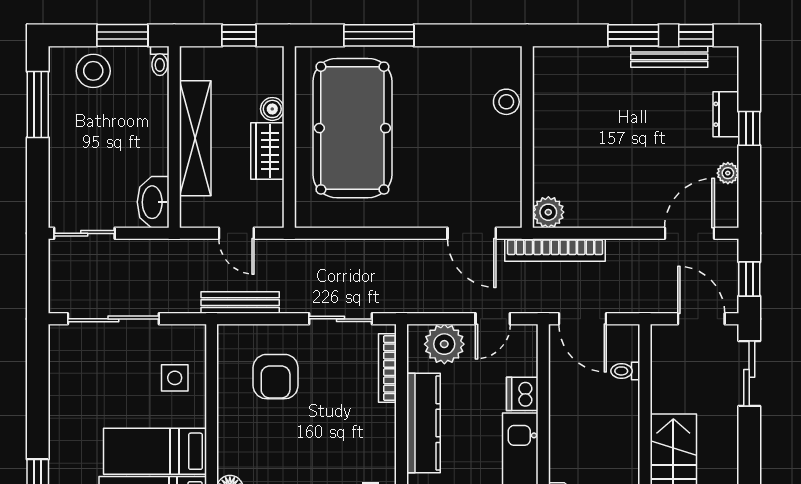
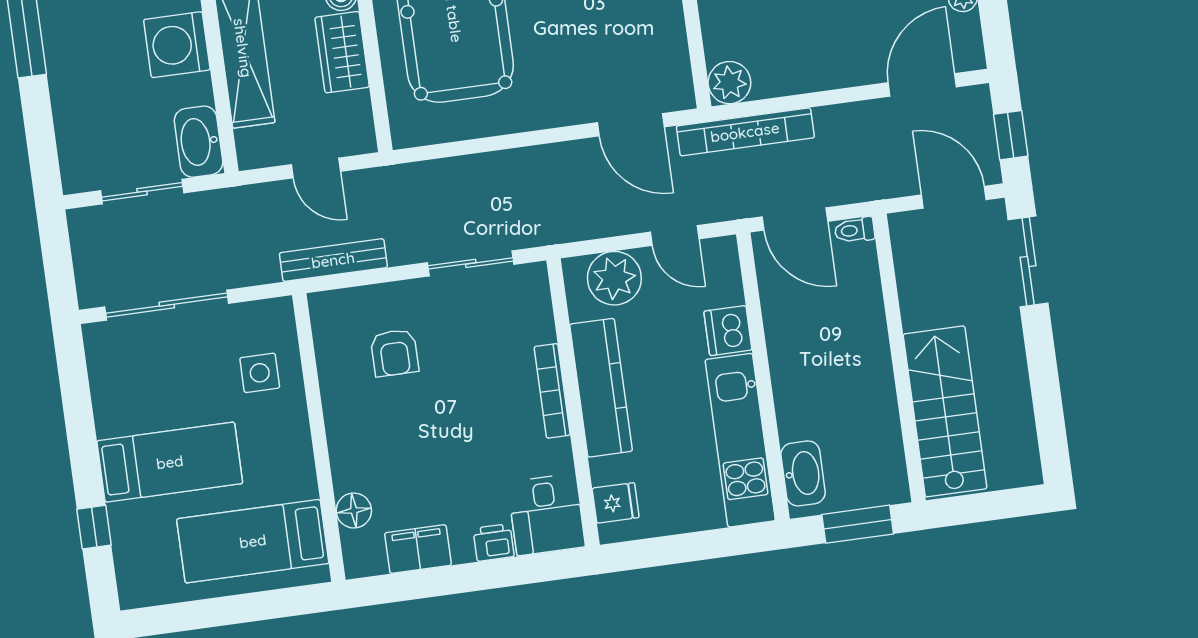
washing machine: (147, 129) -> (177, 45), added
sliding door: (84, 233) -> (142, 192), moved
door: (493, 319) -> (675, 236), hinge flipped
bookcase: (387, 368) -> (552, 391), moved
toilet: (625, 371) -> (855, 230), moved
armchair: (276, 377) -> (394, 353), width x0.72, depth x0.72
bed: (155, 451) -> (170, 462), moved, turned 180

